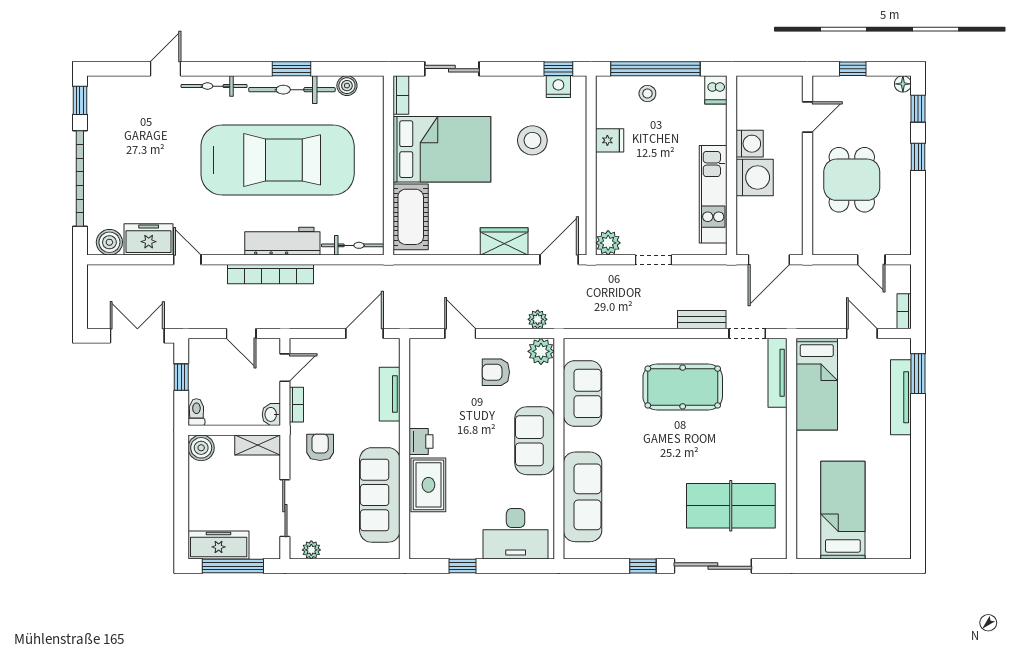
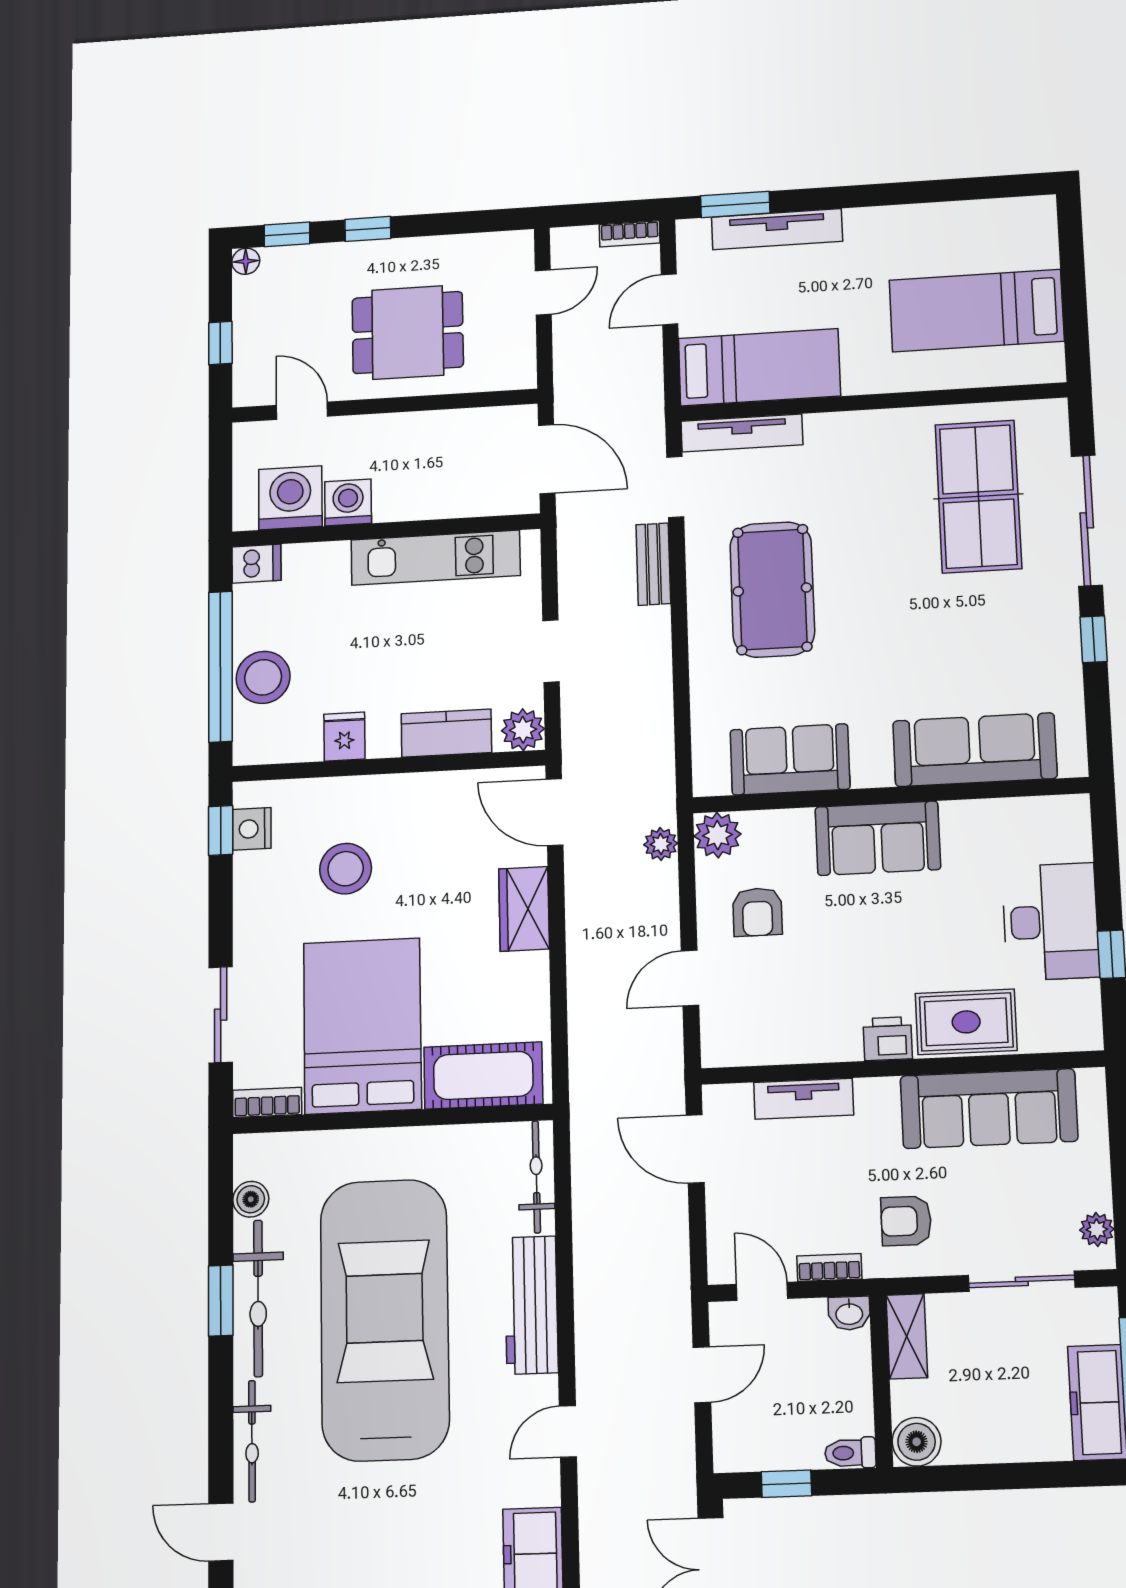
stool: (647, 93) -> (263, 677), width x1.89, depth x1.89
washing machine: (755, 177) -> (290, 498), moved
kitchen counter: (609, 199) -> (446, 733), added
door: (187, 260) -> (568, 1431), moved
bookcase: (271, 274) -> (592, 1324), removed
desk: (516, 534) -> (1050, 922), moved

